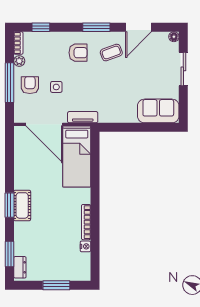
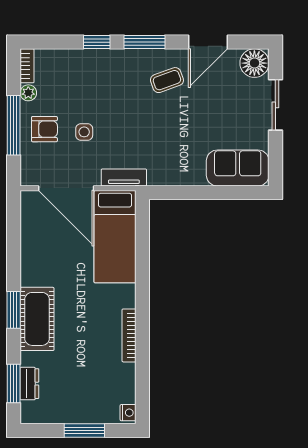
window: (41, 27) -> (97, 42), moved
floor lamp: (174, 37) -> (254, 63), width x1.89, depth x1.89
armchair: (78, 53) -> (117, 80), removed
armchair: (30, 85) -> (44, 129), turned 90
cot: (22, 205) -> (37, 319), width x1.37, depth x1.34
nightstand: (85, 246) -> (128, 413), moved
dresser: (20, 267) -> (29, 384), moved

